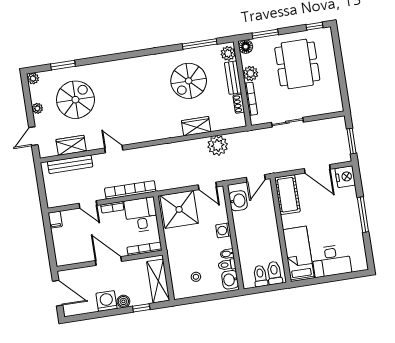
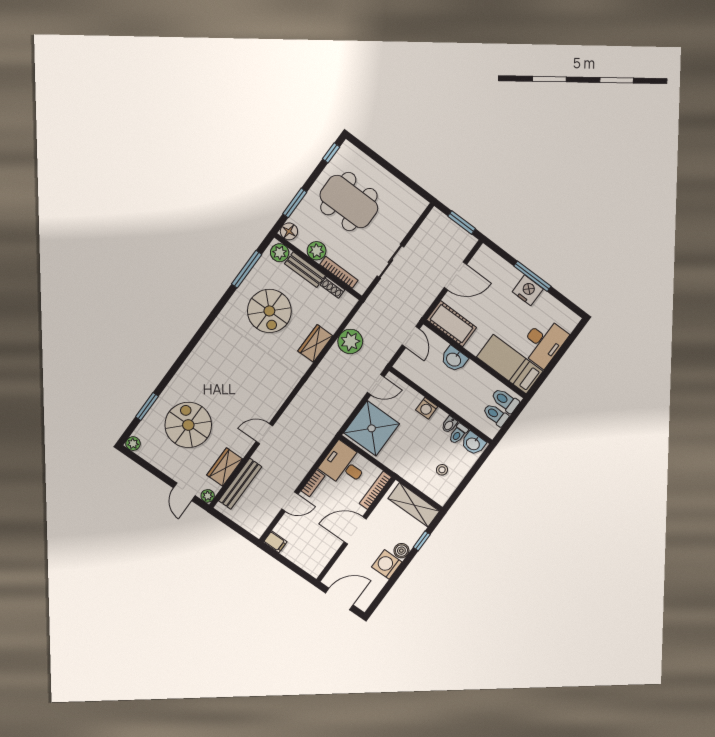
plant: (37, 108) -> (208, 496), moved
nightstand: (345, 177) -> (528, 290), moved
bookcase: (130, 190) -> (313, 454), removed
washbasin: (238, 201) -> (454, 359), moved, turned 180

